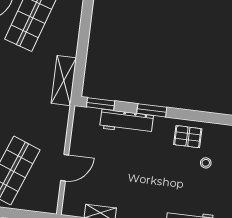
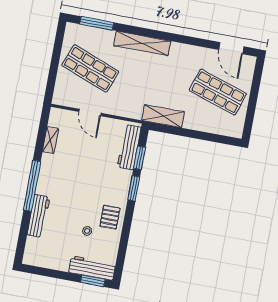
window: (101, 104) -> (139, 158), moved
workbench: (127, 122) -> (129, 147), moved

